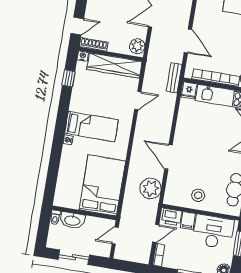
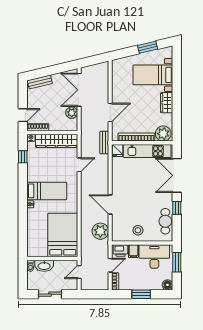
door: (188, 41) -> (110, 112), hinge flipped
plant: (137, 46) -> (72, 113), moved

